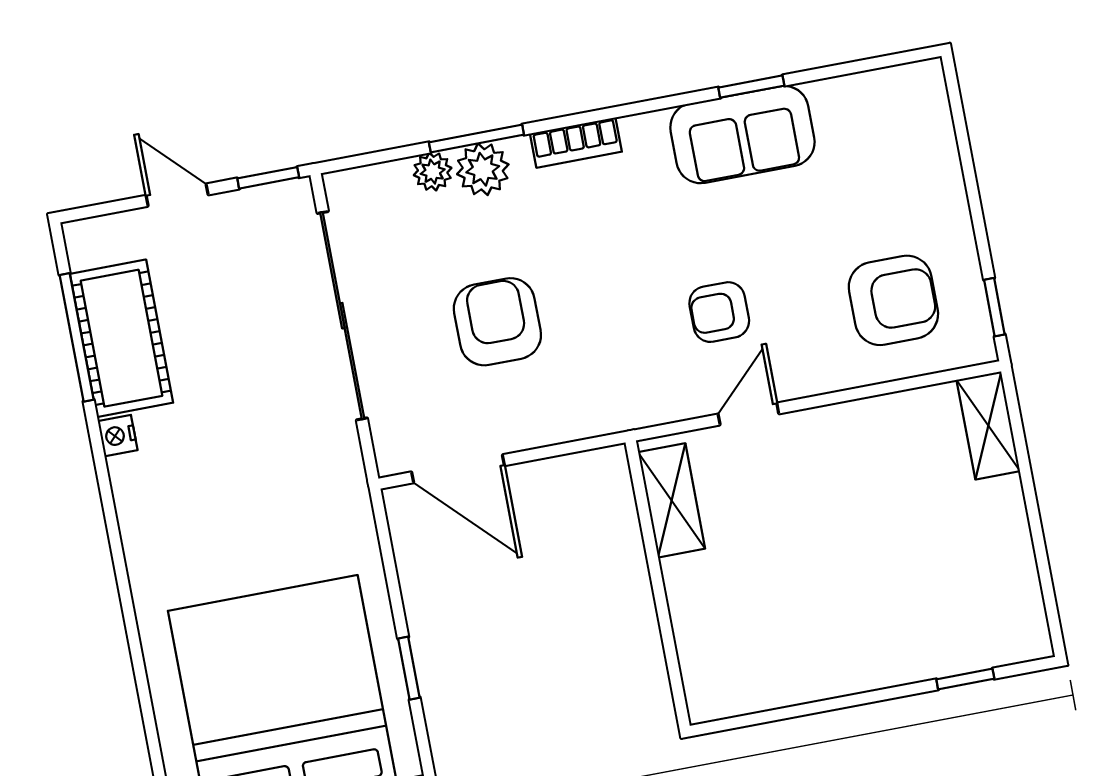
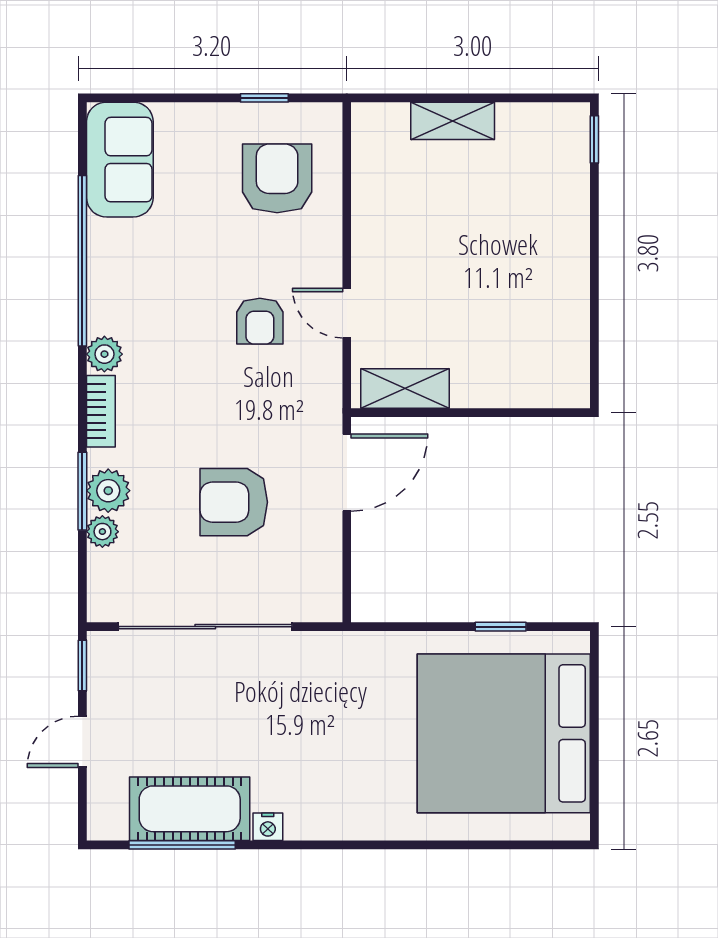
window: (751, 87) -> (82, 261), width x3.17
plant: (645, 134) -> (104, 354), added
sofa: (742, 135) -> (120, 160), moved
window: (994, 307) -> (264, 98), moved
shelving: (988, 425) -> (453, 121), moved
door: (458, 469) -> (347, 473), moved
window: (965, 679) -> (594, 139), moved

